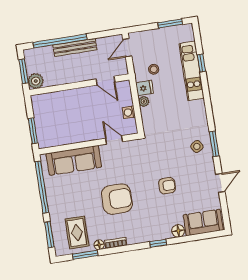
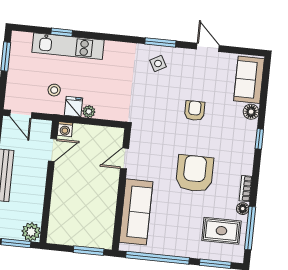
washing machine: (129, 112) -> (65, 129), moved
window: (85, 255) -> (250, 228), width x1.44

